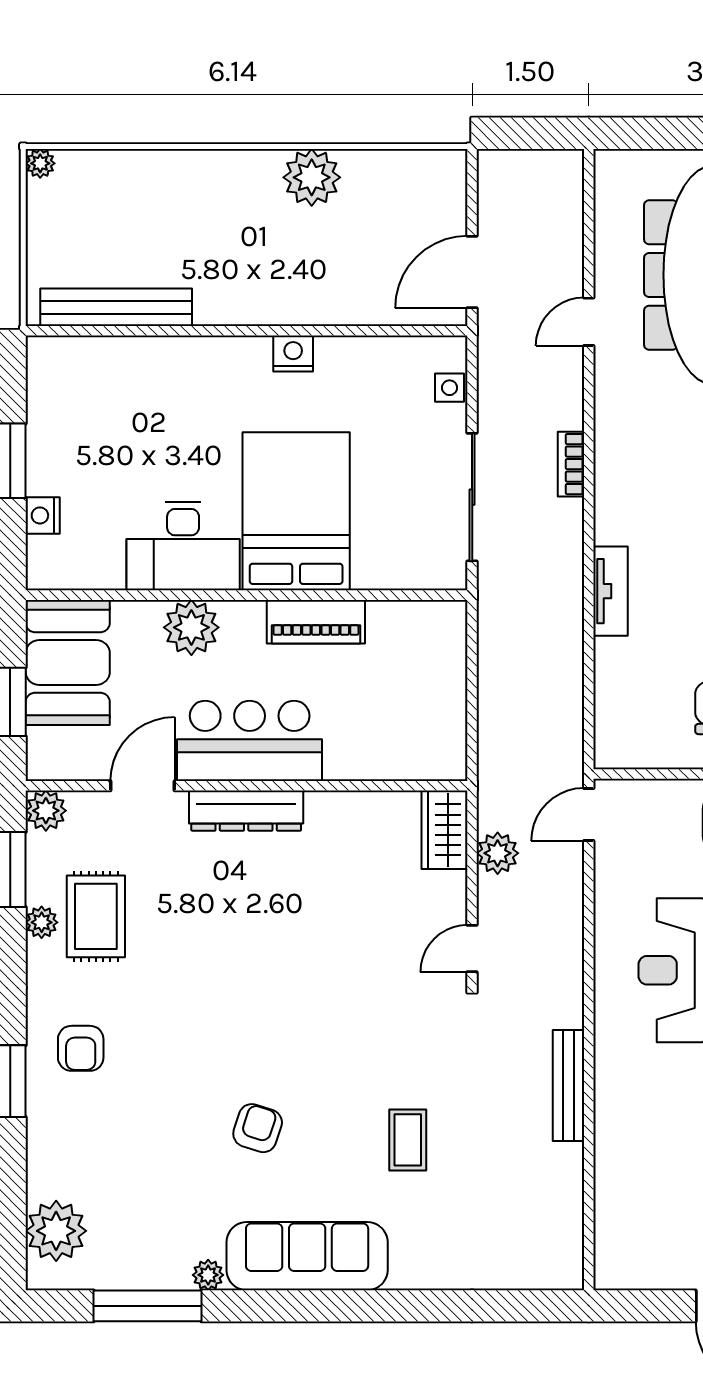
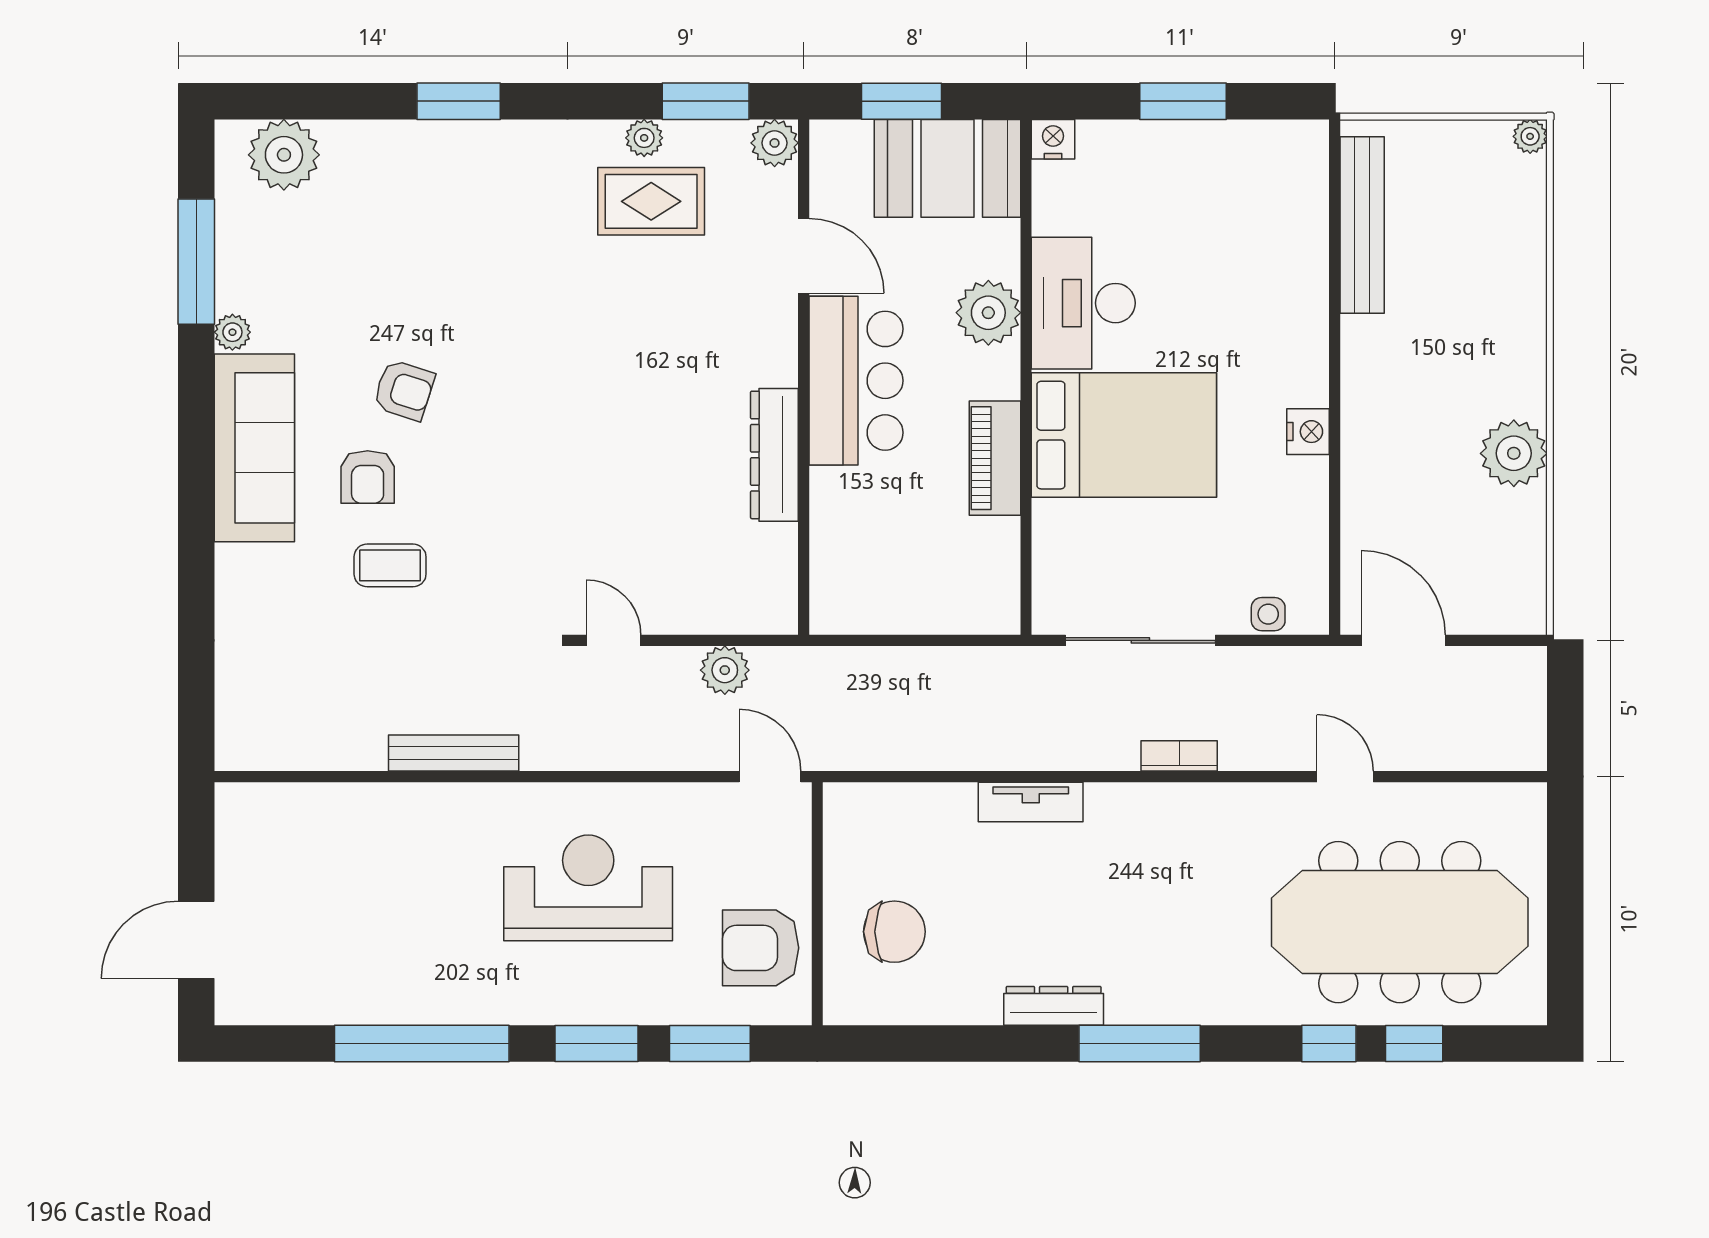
nightstand: (43, 515) -> (1053, 139), moved
dresser: (246, 811) -> (774, 455), moved
wardrobe: (445, 830) -> (752, 608), removed
armchair: (81, 1048) -> (368, 477), moved, turned -90

